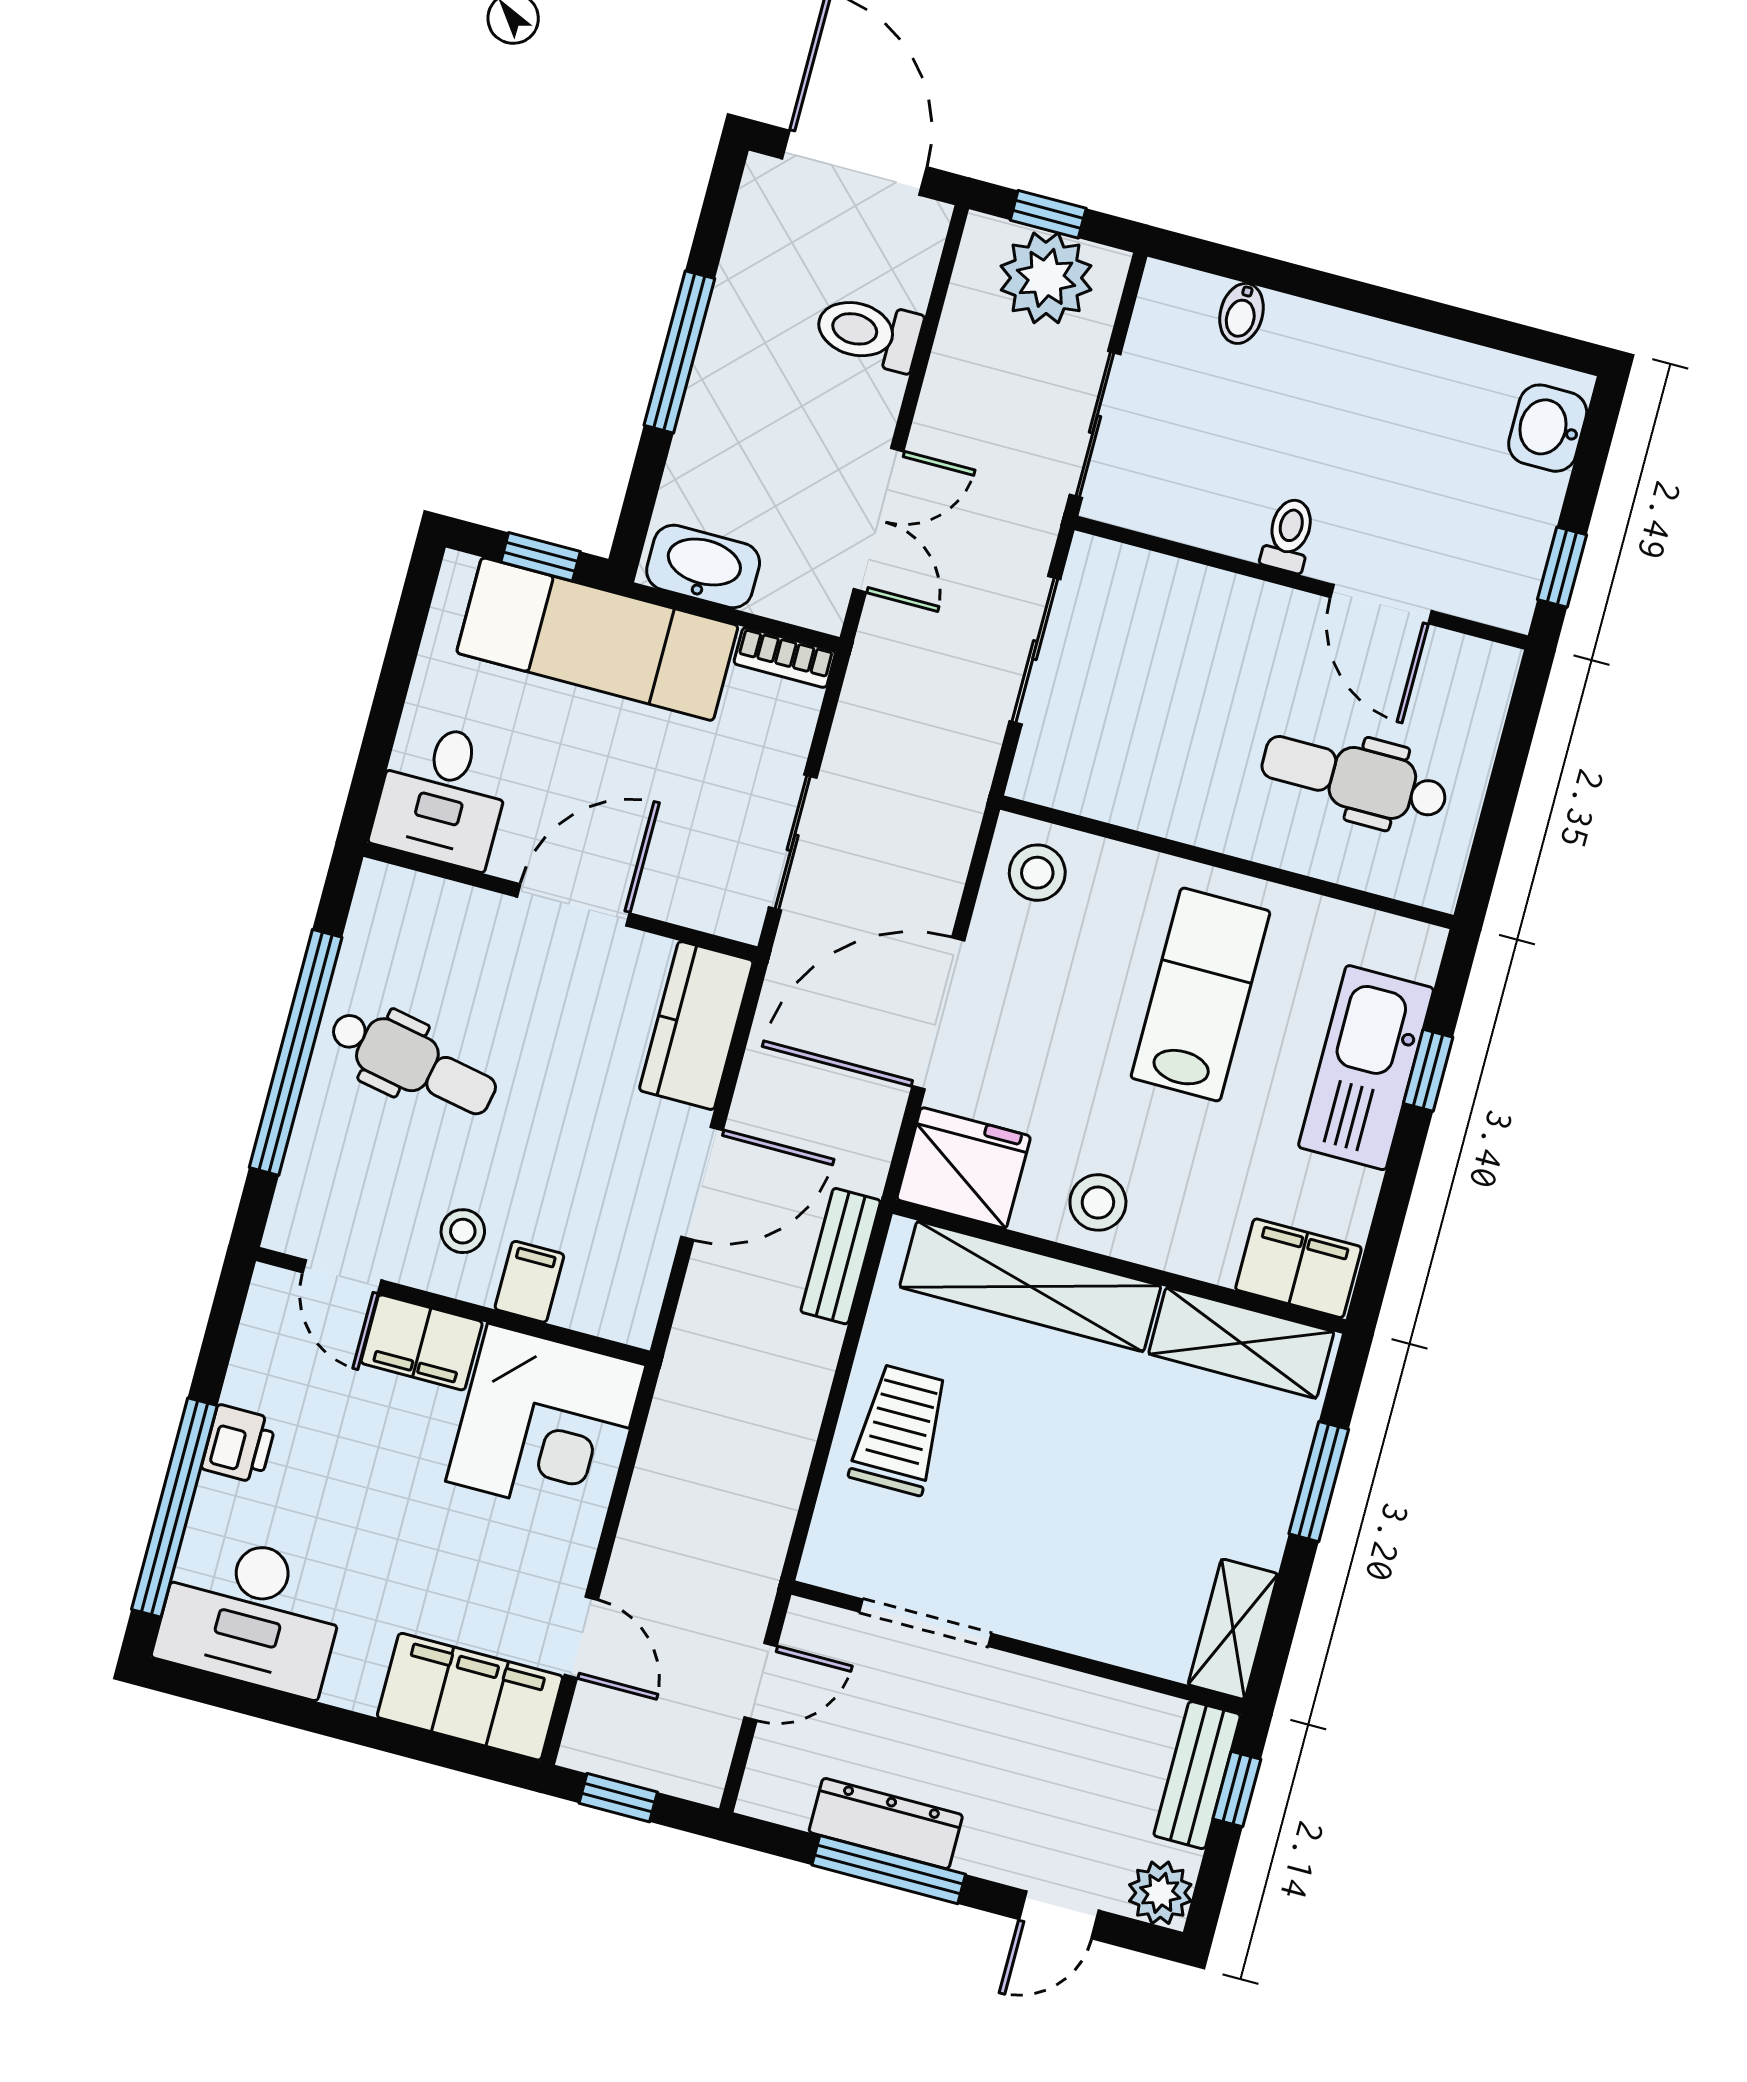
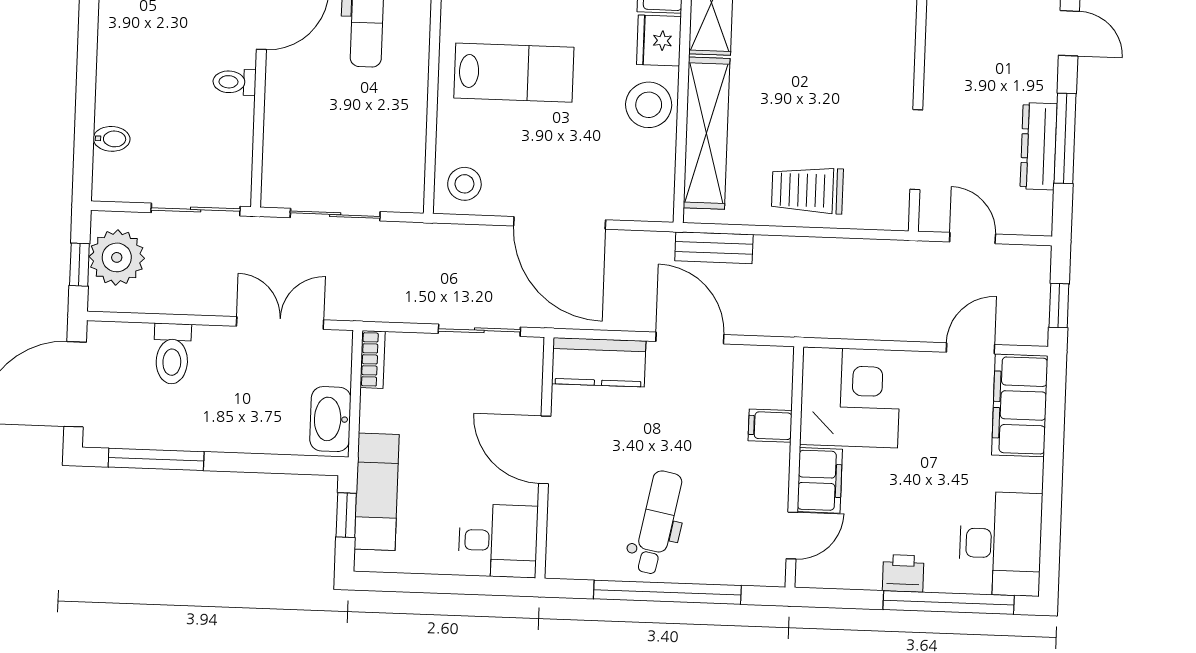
window: (679, 352) -> (156, 459), moved
exam couch: (597, 639) -> (377, 492), width x0.73, depth x0.69
lab bench: (1200, 995) -> (514, 73), turned 180
fridge: (964, 1168) -> (659, 40), moved, width x0.73, depth x0.75
stool: (1098, 1202) -> (649, 105), width x1.38, depth x1.38
stool: (463, 1231) -> (749, 471), removed

